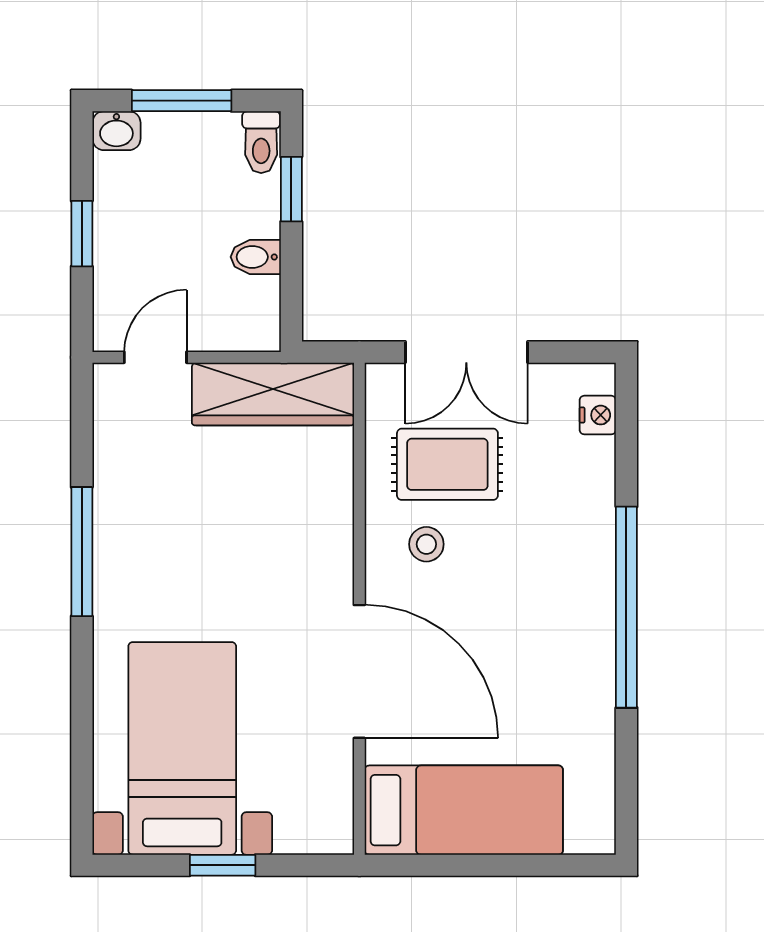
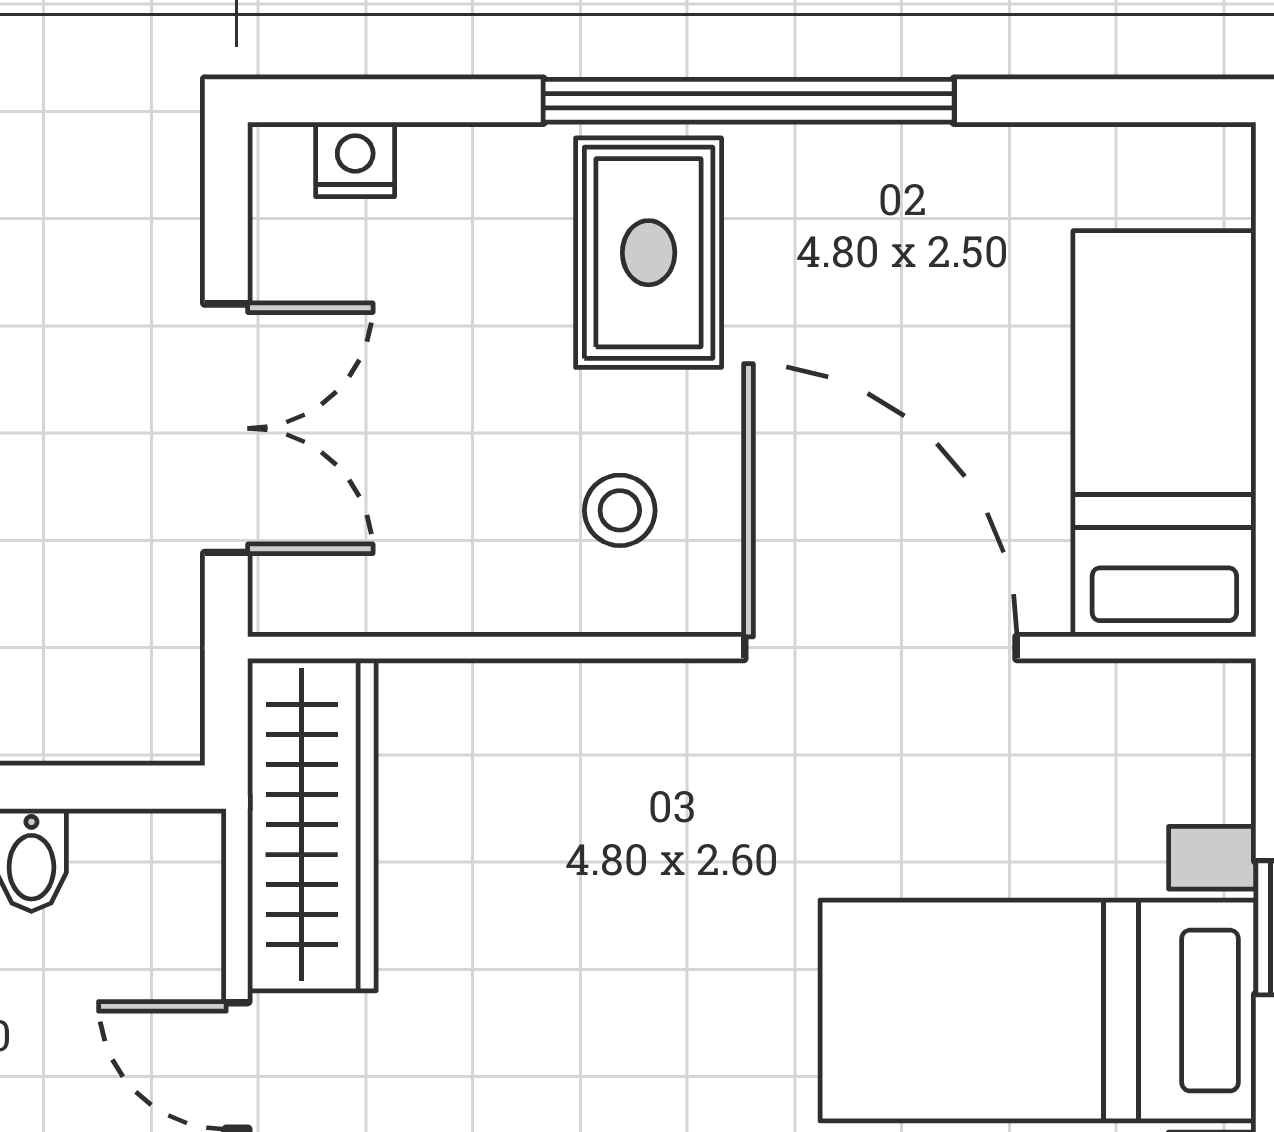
rug: (447, 464) -> (649, 253), moved
door: (359, 671) -> (880, 648), hinge flipped

